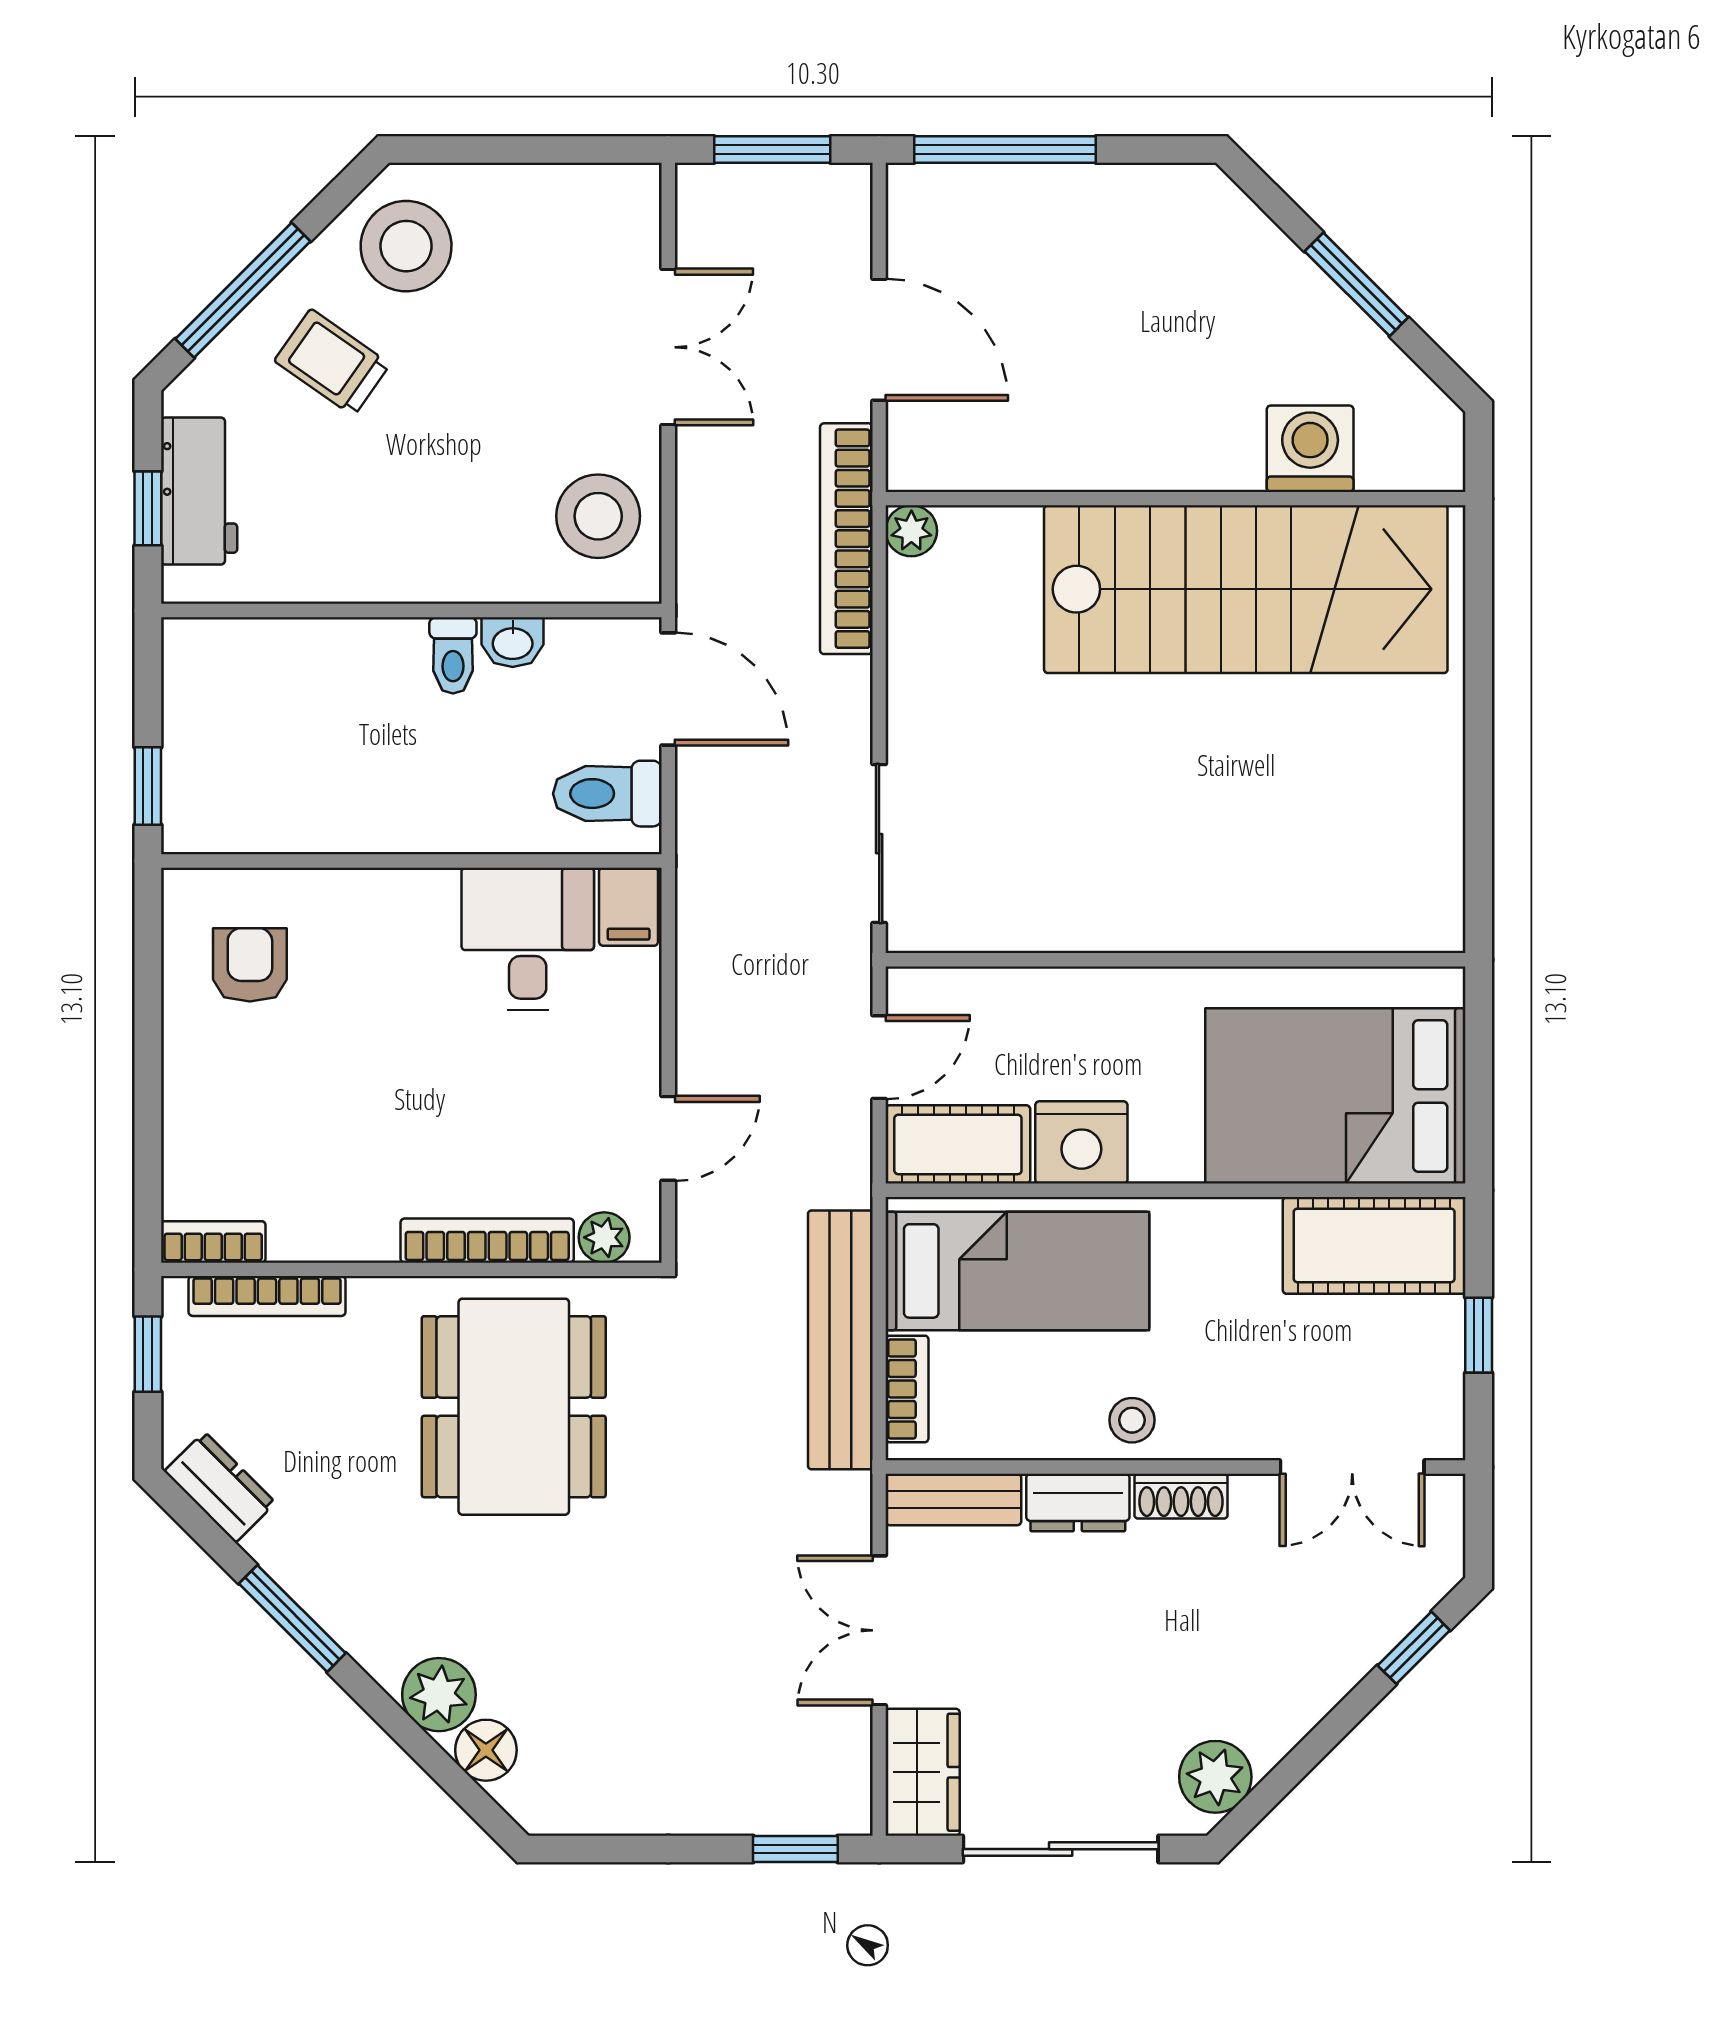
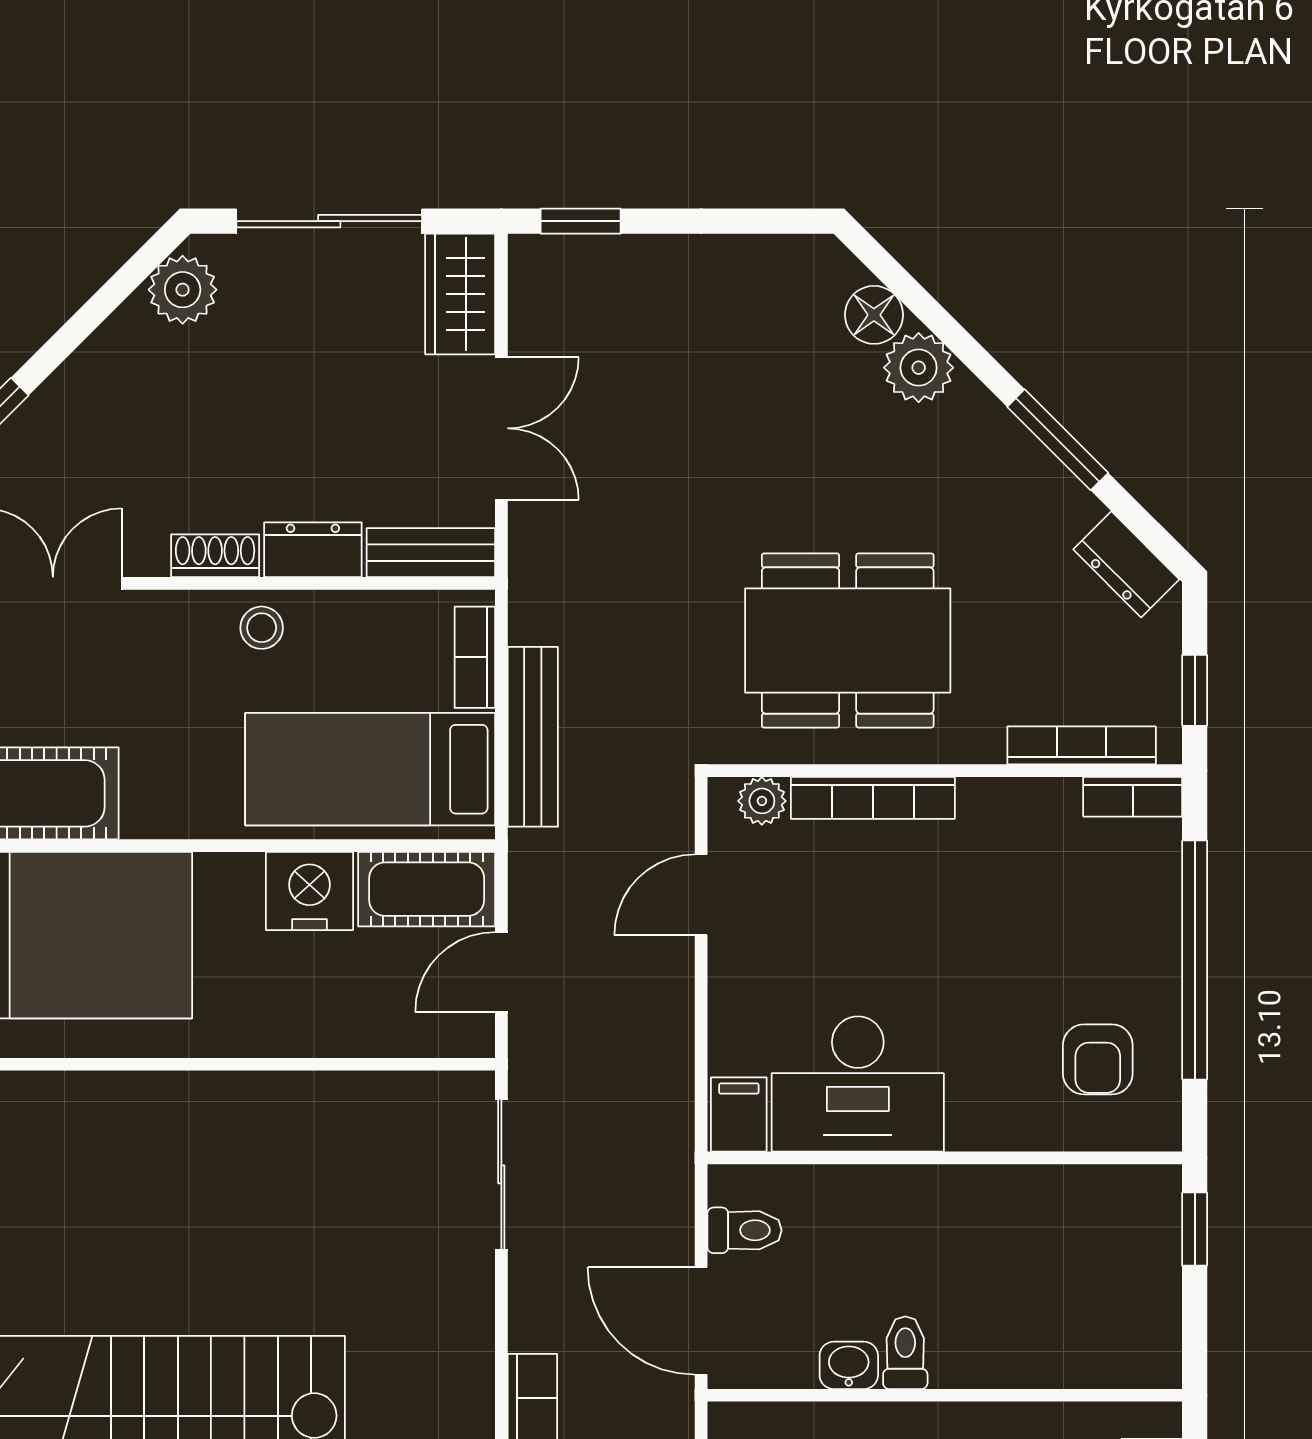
toilet: (607, 794) -> (745, 1230), width x0.73, depth x0.72
desk: (528, 939) -> (858, 1084), width x1.37
window: (148, 1070) -> (1195, 960), added
bench: (840, 1340) -> (533, 737), width x0.73, depth x0.82
dining table: (514, 1407) -> (848, 640), turned 90

